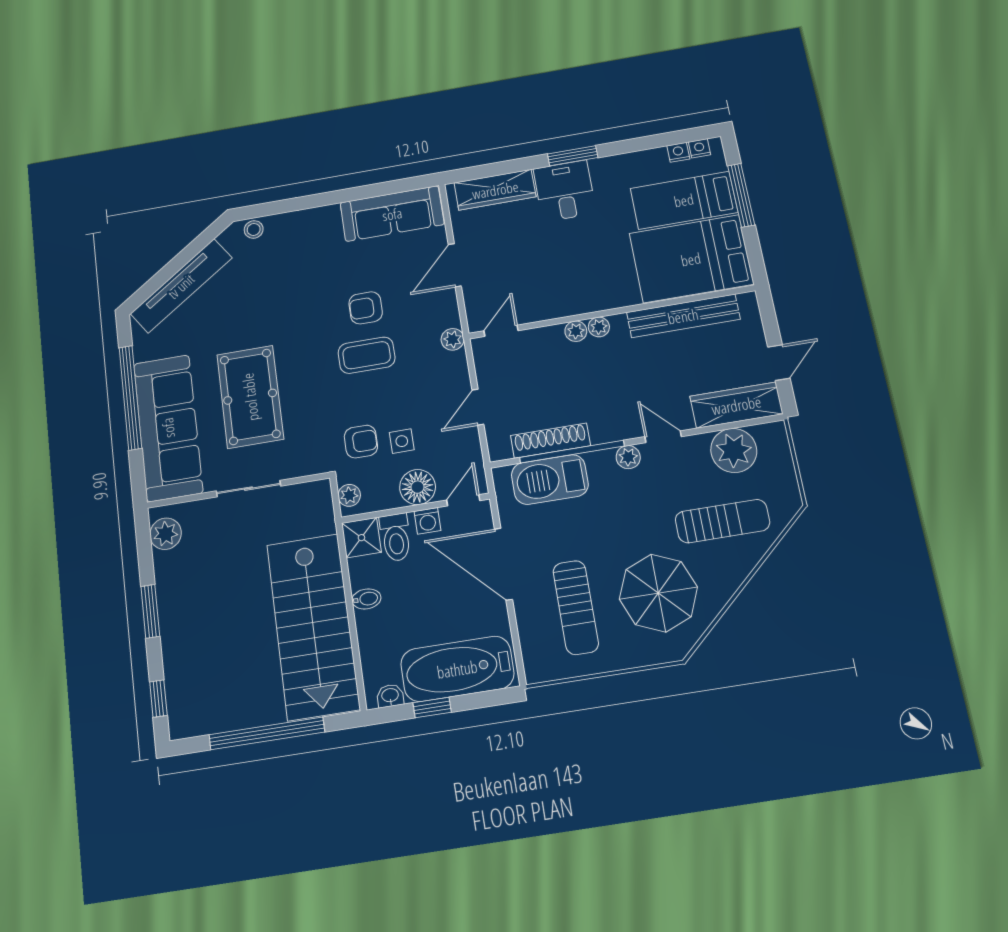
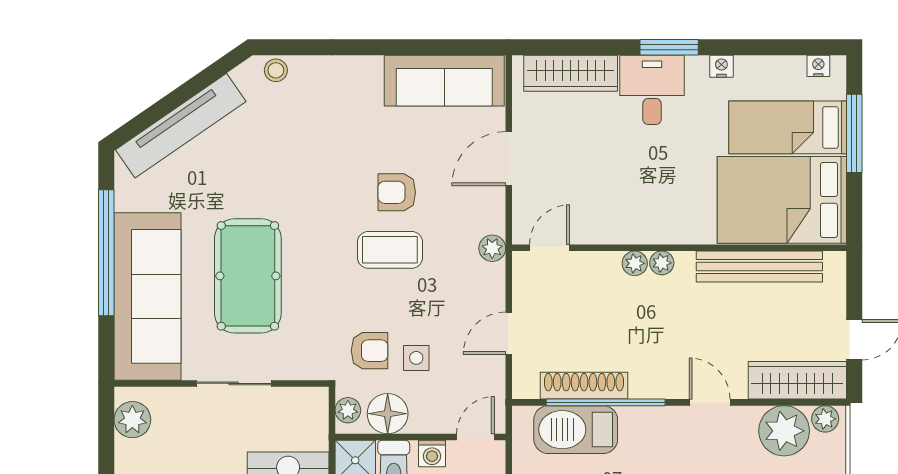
nightstand: (678, 152) -> (721, 66), moved
plant: (628, 457) -> (825, 419), moved
floor lamp: (418, 487) -> (388, 414), moved

